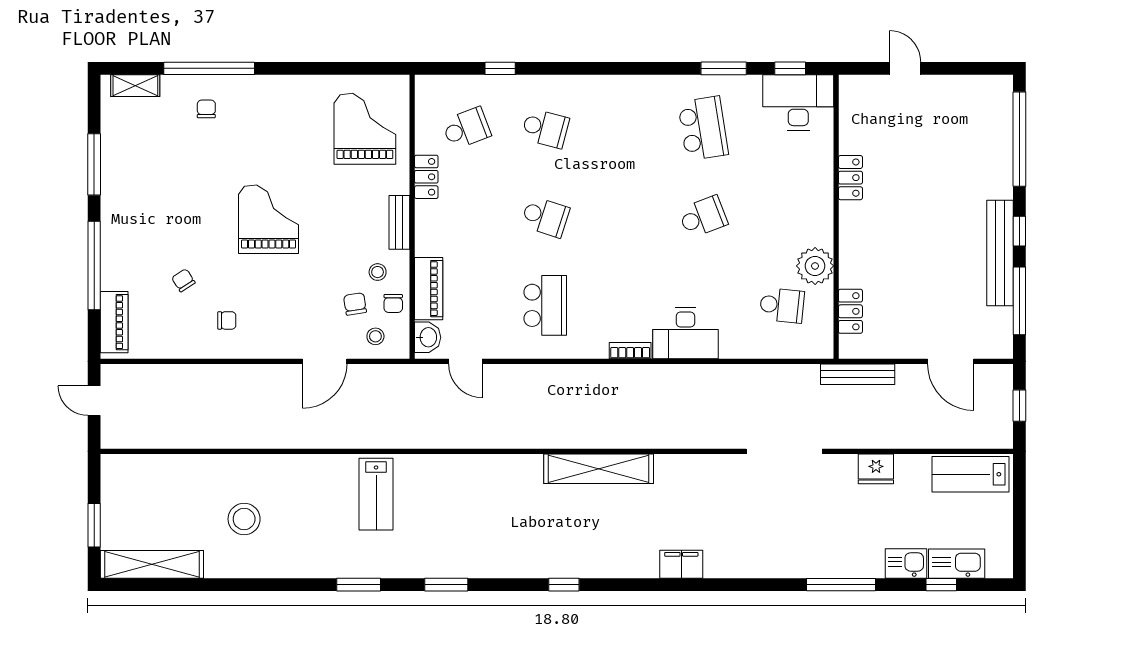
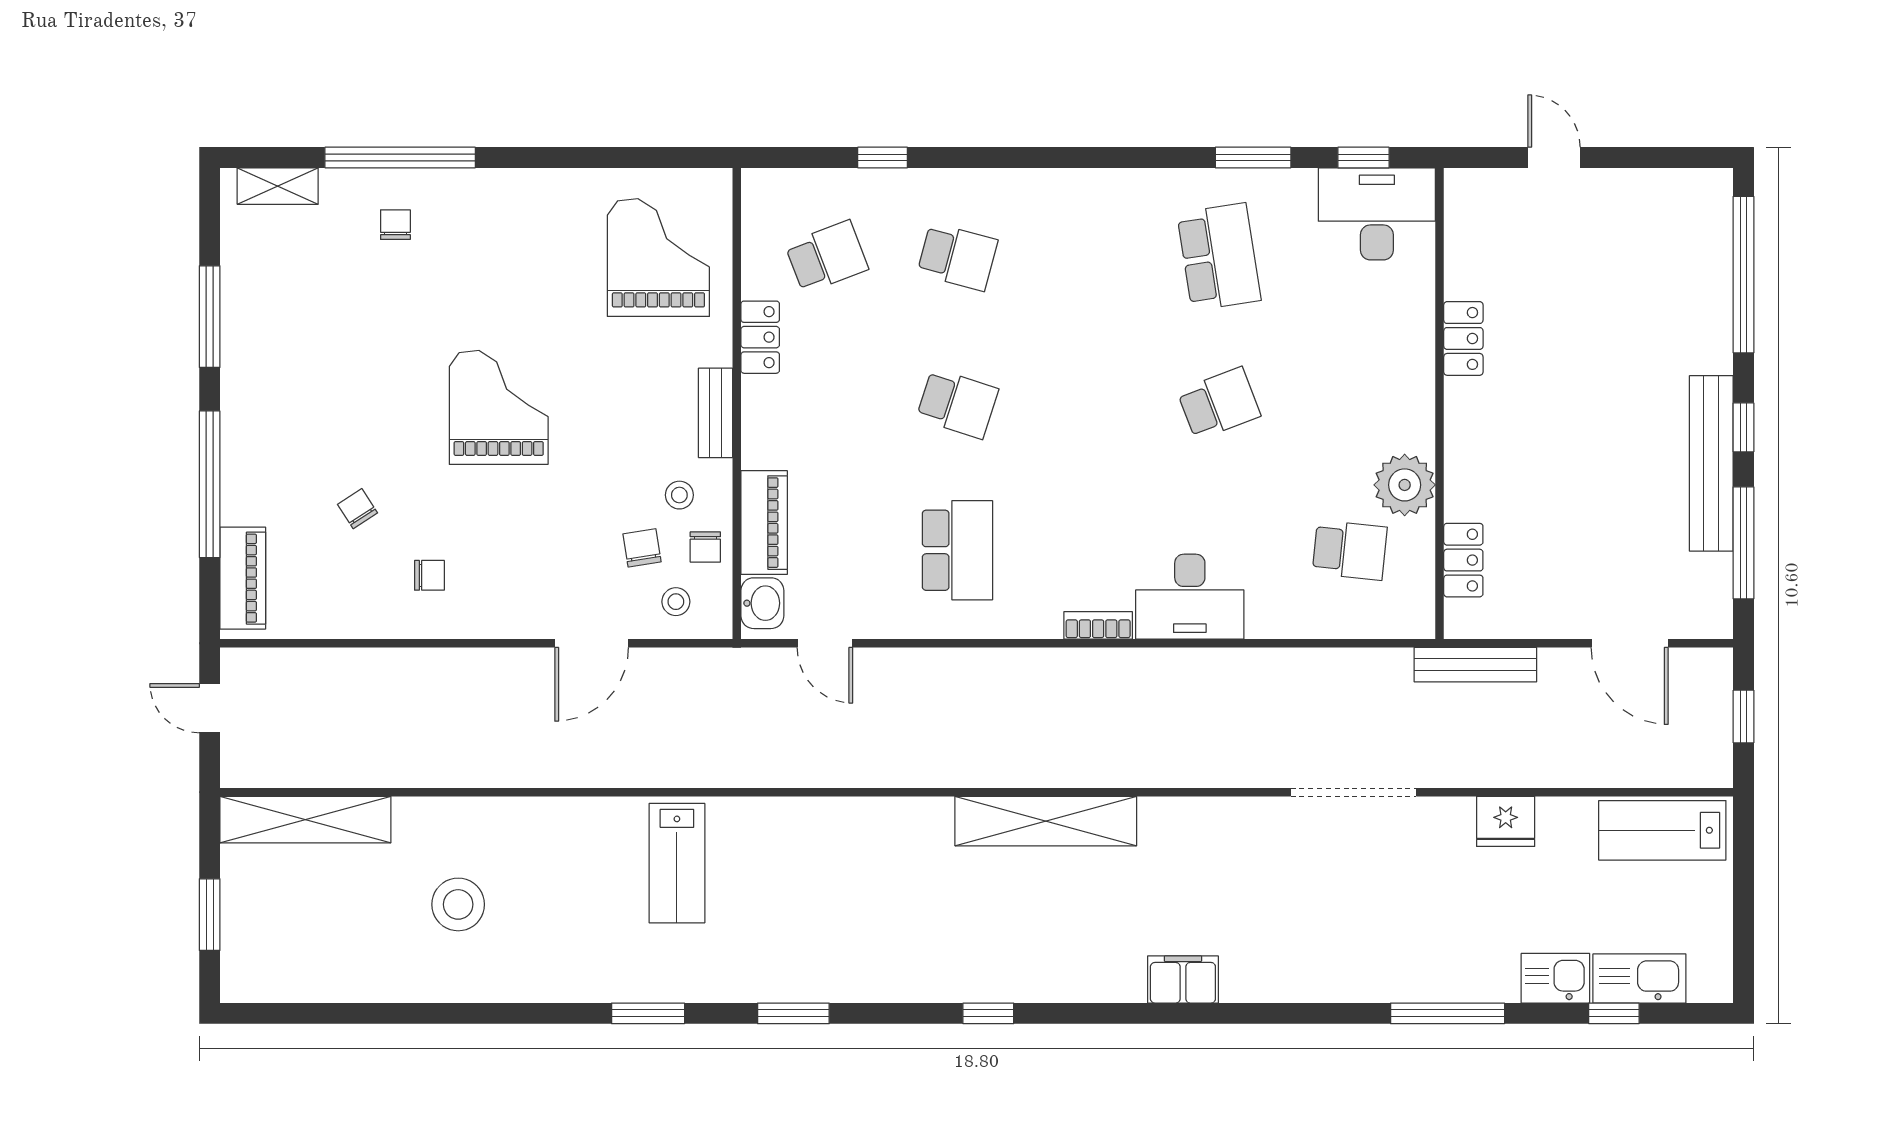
shelving: (152, 564) -> (305, 820), moved

